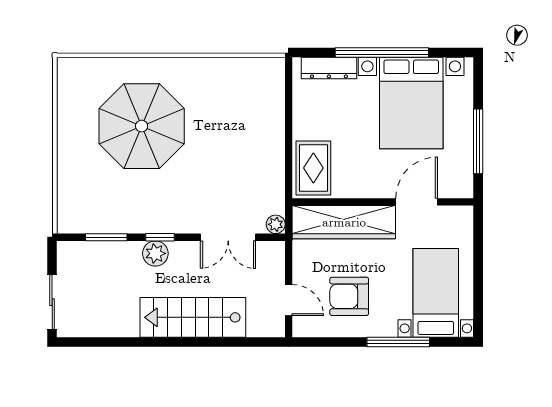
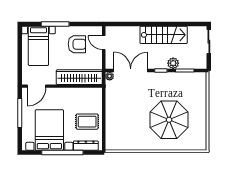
rug: (313, 168) -> (87, 122), moved, turned 90
door: (417, 202) -> (37, 86), moved
double door: (228, 237) -> (131, 70), width x1.37
plant: (155, 253) -> (173, 63), moved
stairs: (193, 317) -> (164, 35), moved

